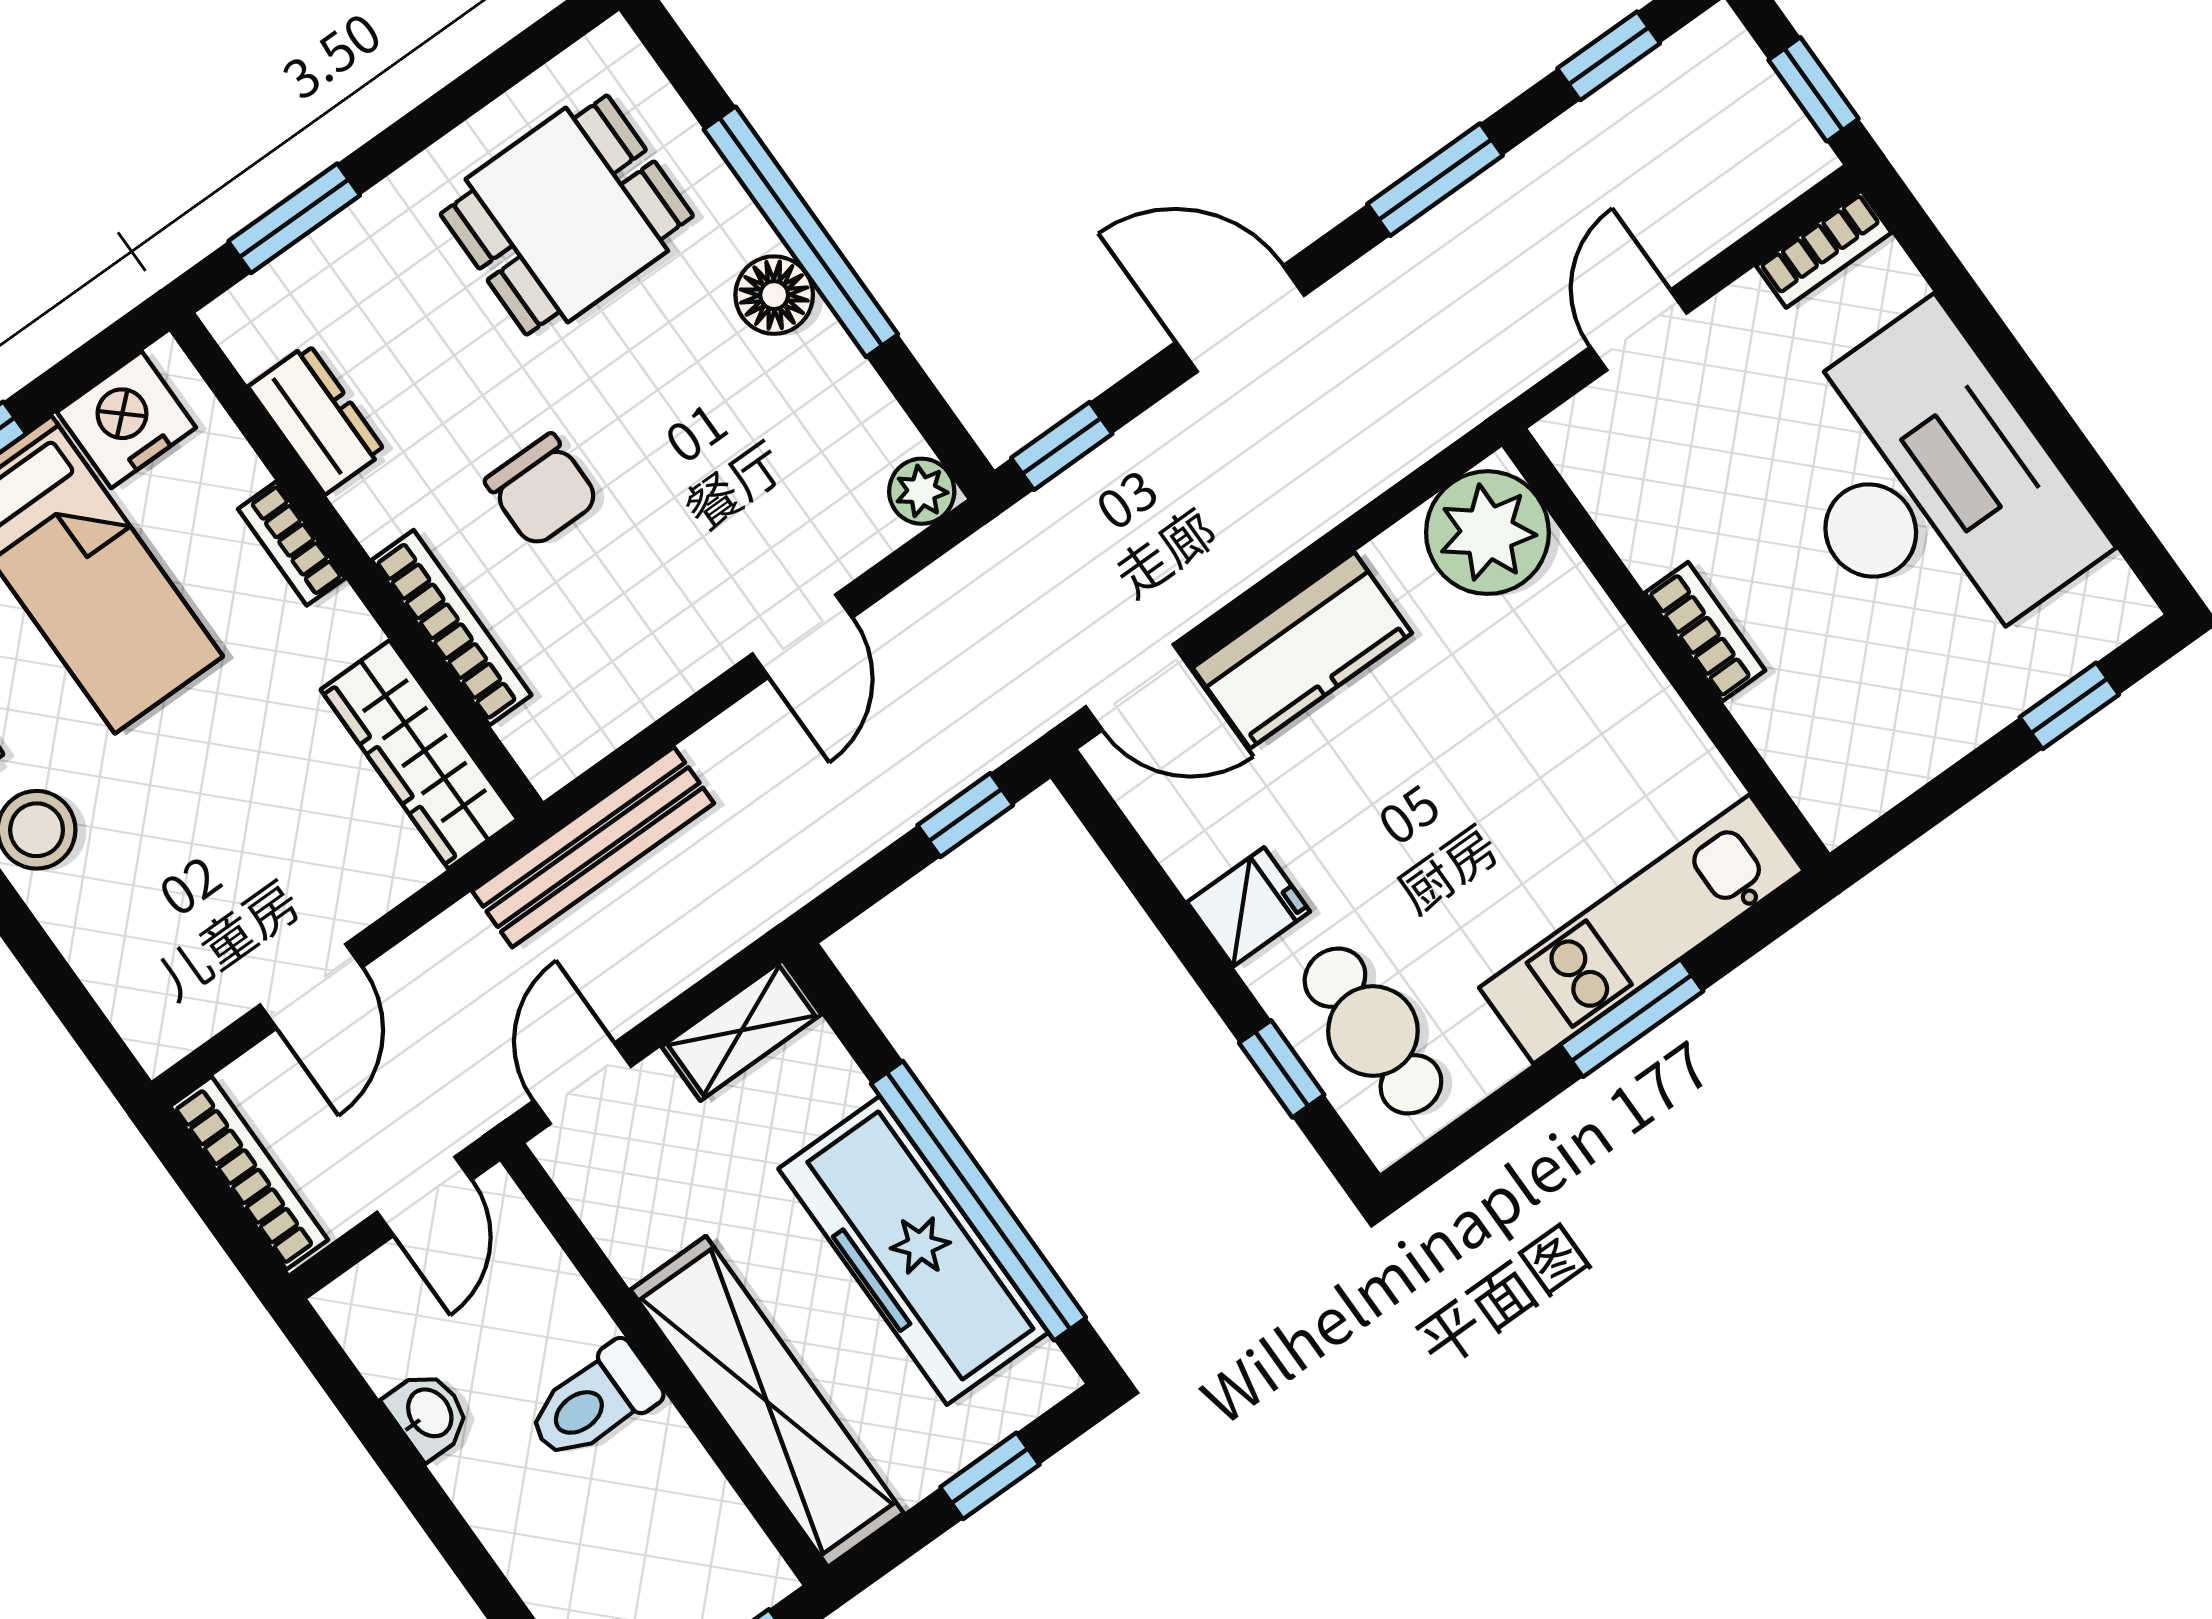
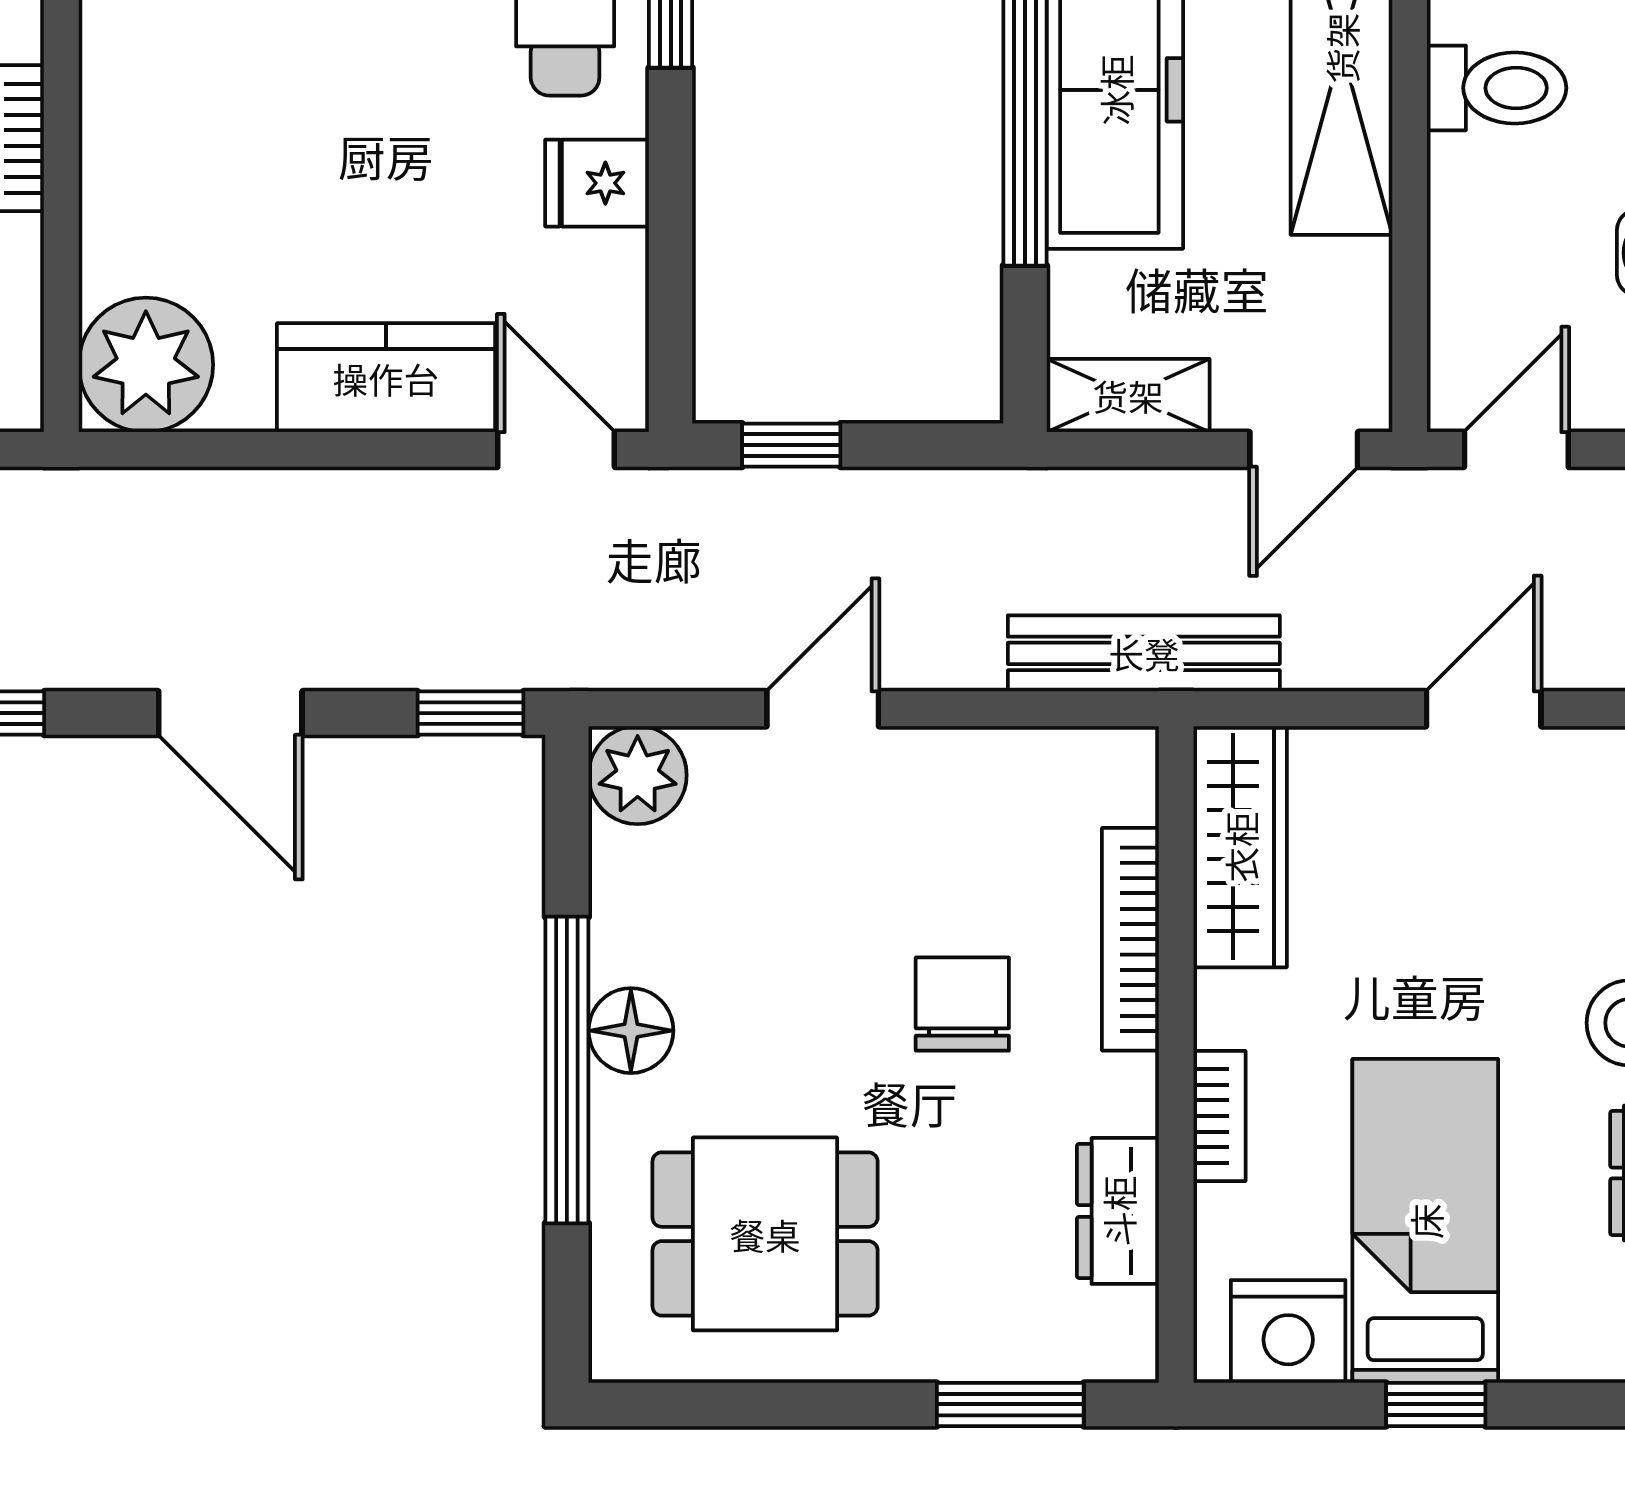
plant: (922, 491) -> (638, 775), width x1.38, depth x1.38
toilet: (593, 1402) -> (1497, 88), moved

